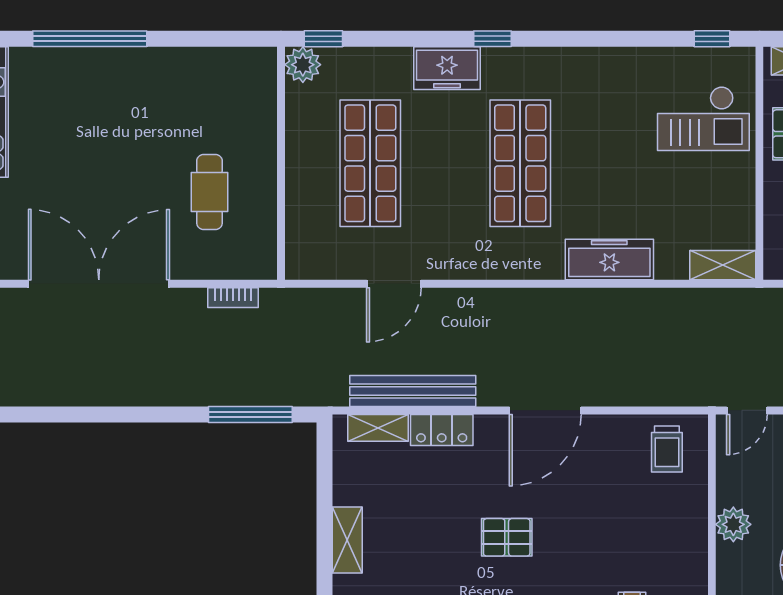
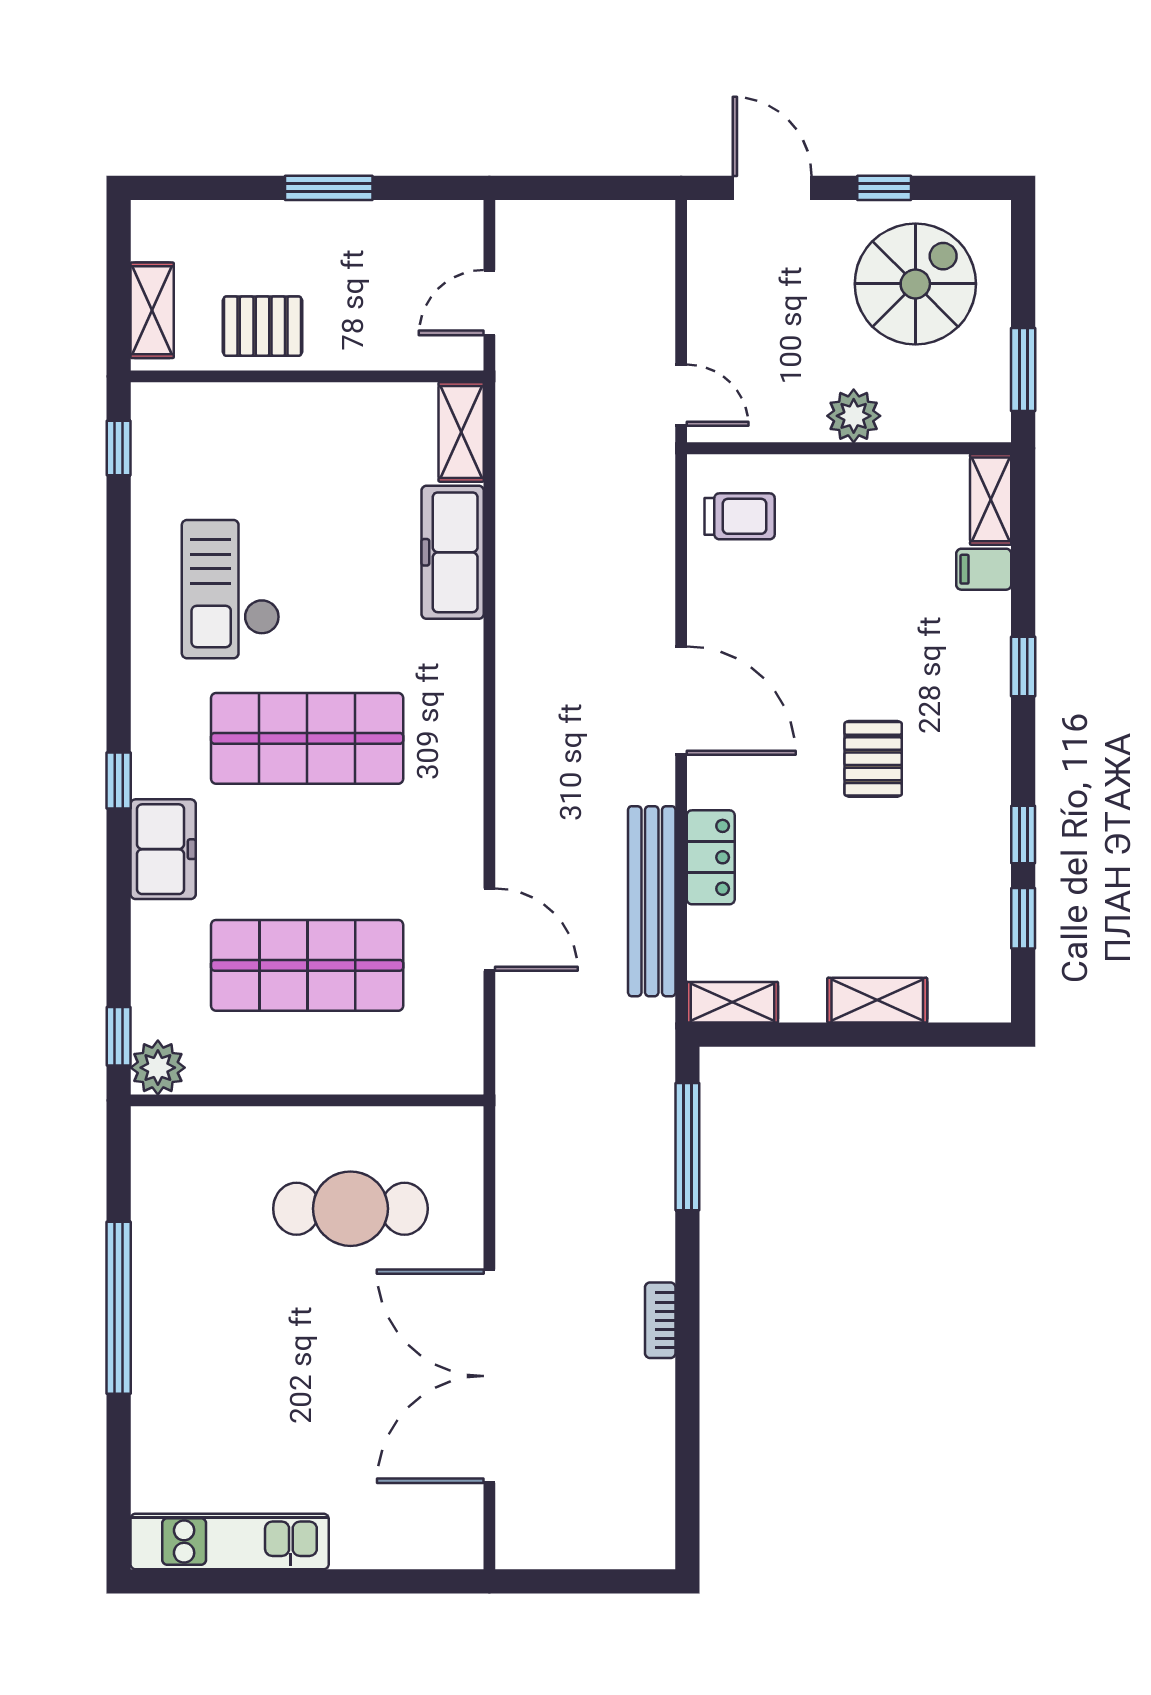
window: (90, 39) -> (119, 1308), moved
checkout: (703, 119) -> (231, 589), moved, turned 180
cafe table: (210, 192) -> (350, 1209), width x1.37, depth x1.35
freezer: (609, 259) -> (453, 552), moved
bookcase: (233, 298) -> (660, 1320), moved, turned 180
shelving: (378, 428) -> (732, 1002), moved, turned 90

